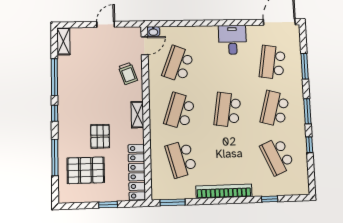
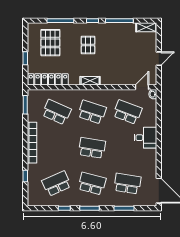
door: (106, 24) -> (159, 59), hinge flipped
desk: (232, 40) -> (145, 138), moved
door: (145, 46) -> (142, 87), swing flipped
trolley: (128, 74) -> (121, 74), removed
pallet: (100, 136) -> (88, 45), moved, turned 90
school desk: (181, 159) -> (57, 112), turned 39

